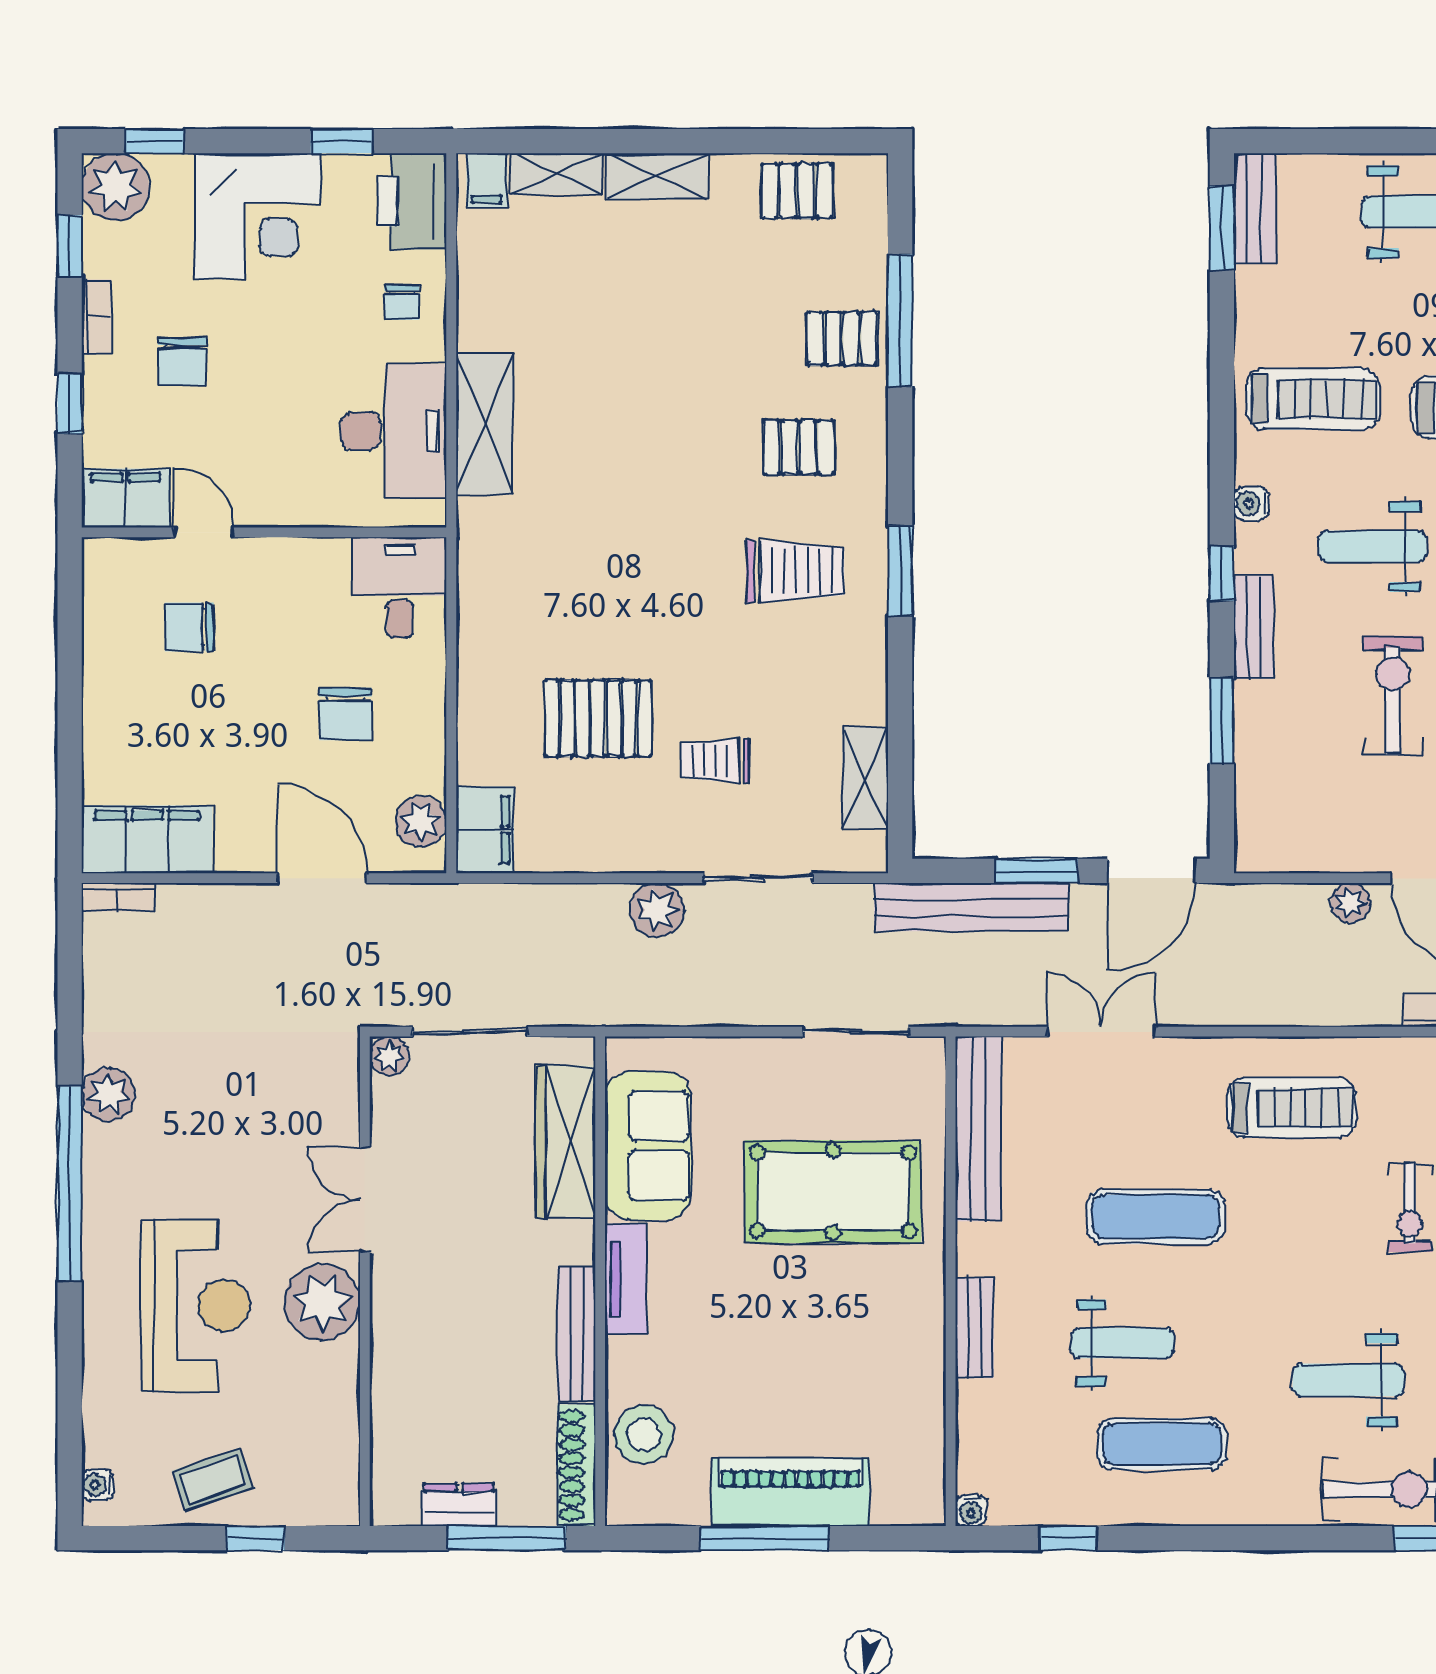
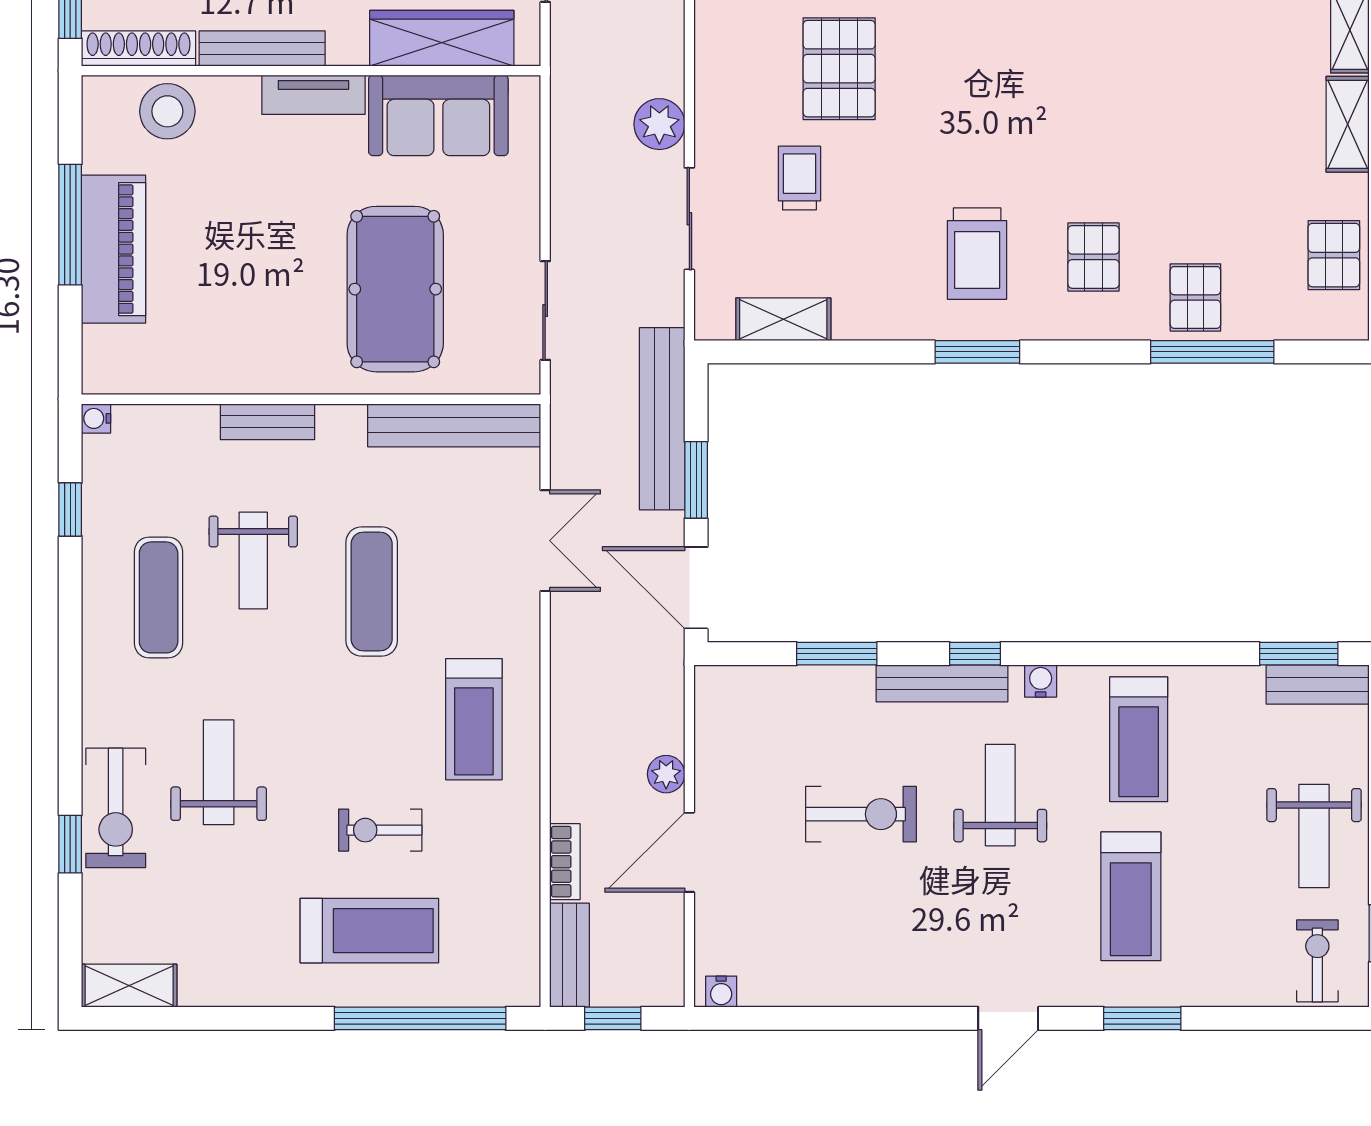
bench: (1254, 627) -> (942, 683), width x1.36

